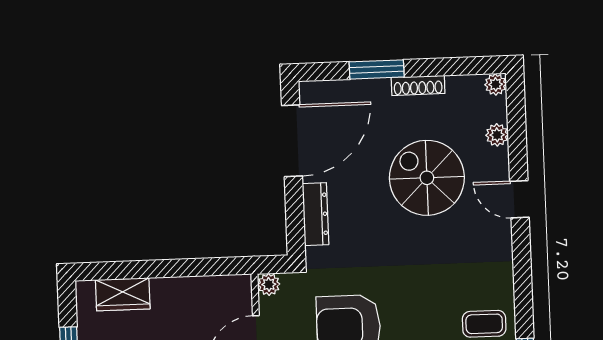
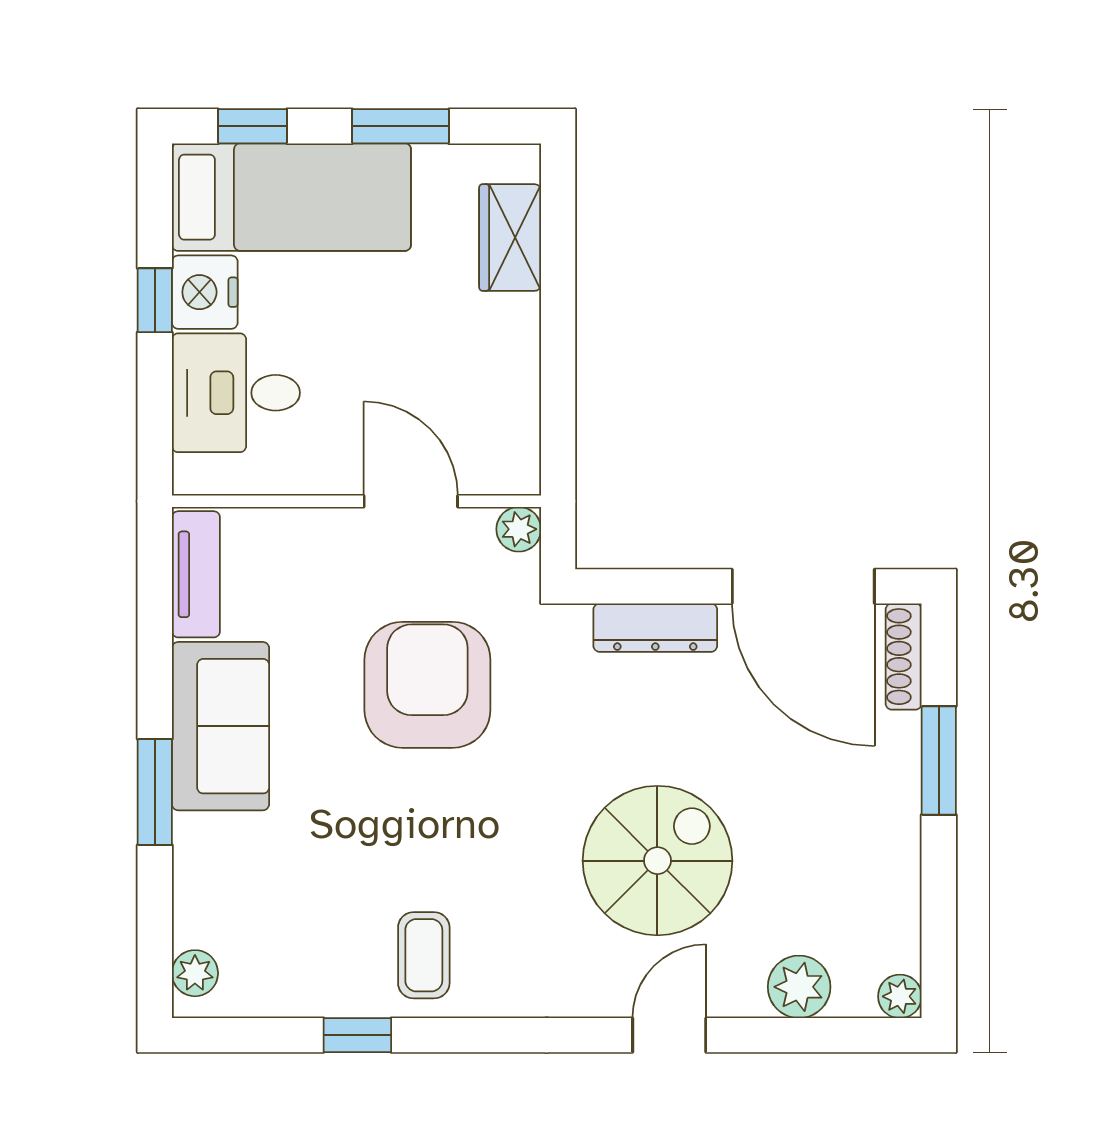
shoe rack: (418, 85) -> (904, 657), moved
plant: (497, 135) -> (799, 987), width x1.38, depth x1.38
spiral stairs: (427, 178) -> (657, 861), moved

